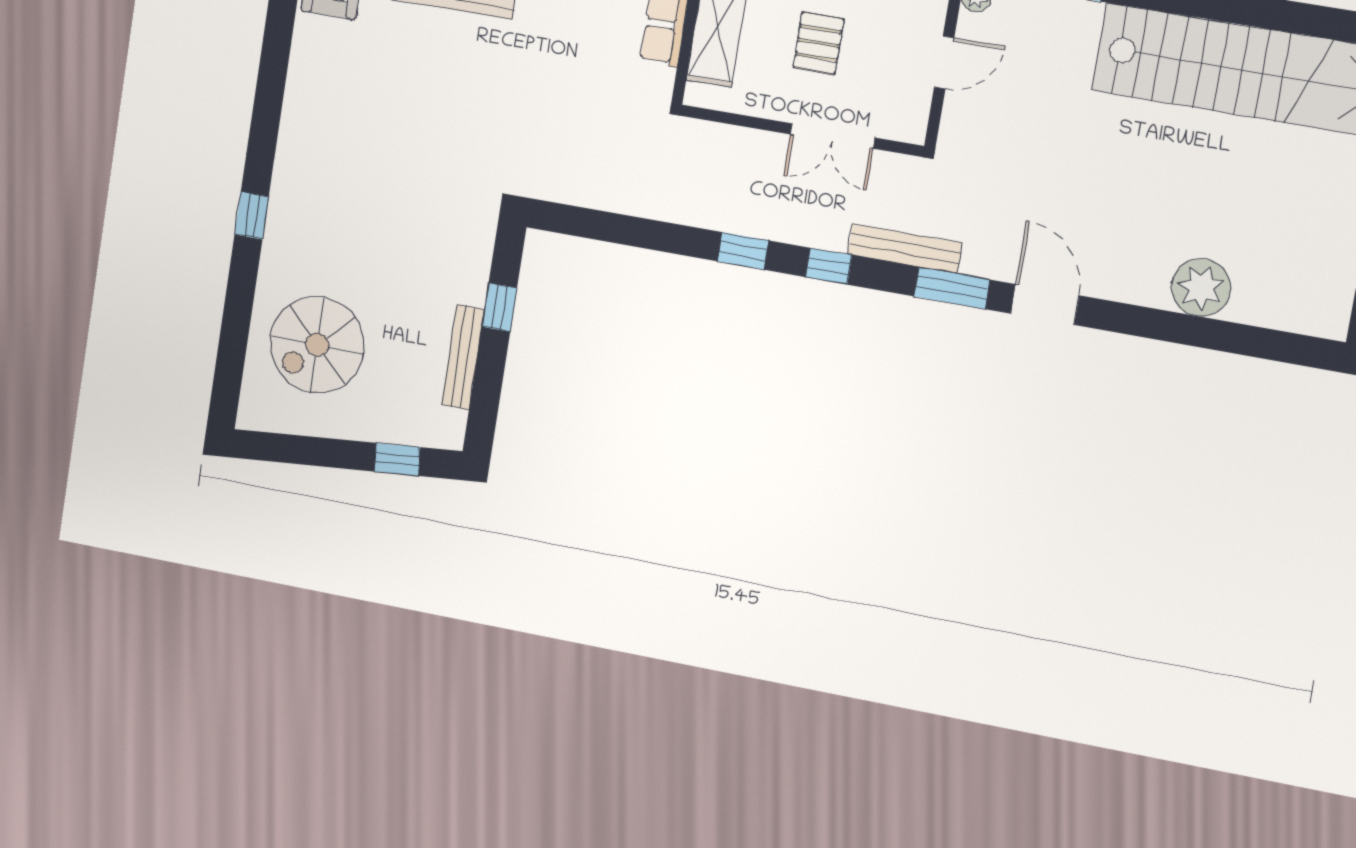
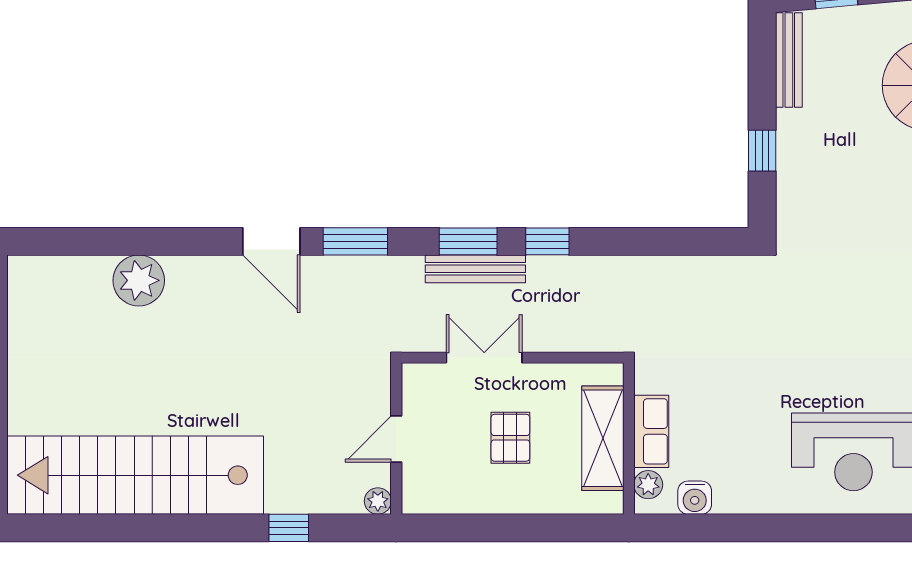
bench: (905, 249) -> (475, 269), moved
window: (829, 266) -> (468, 241), width x1.50
bench: (463, 357) -> (789, 60), moved

